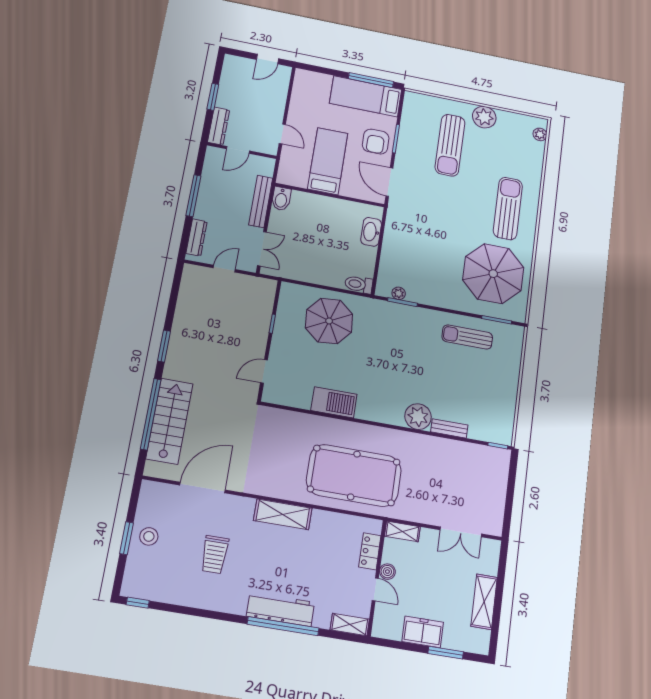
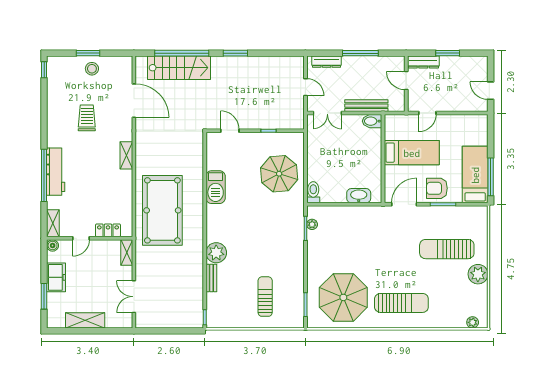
sun lounger: (467, 337) -> (265, 297), moved
shelving: (283, 514) -> (126, 155), width x0.67, depth x0.75
trolley: (215, 555) -> (87, 118), turned 90
boiler: (387, 572) -> (53, 245), moved

